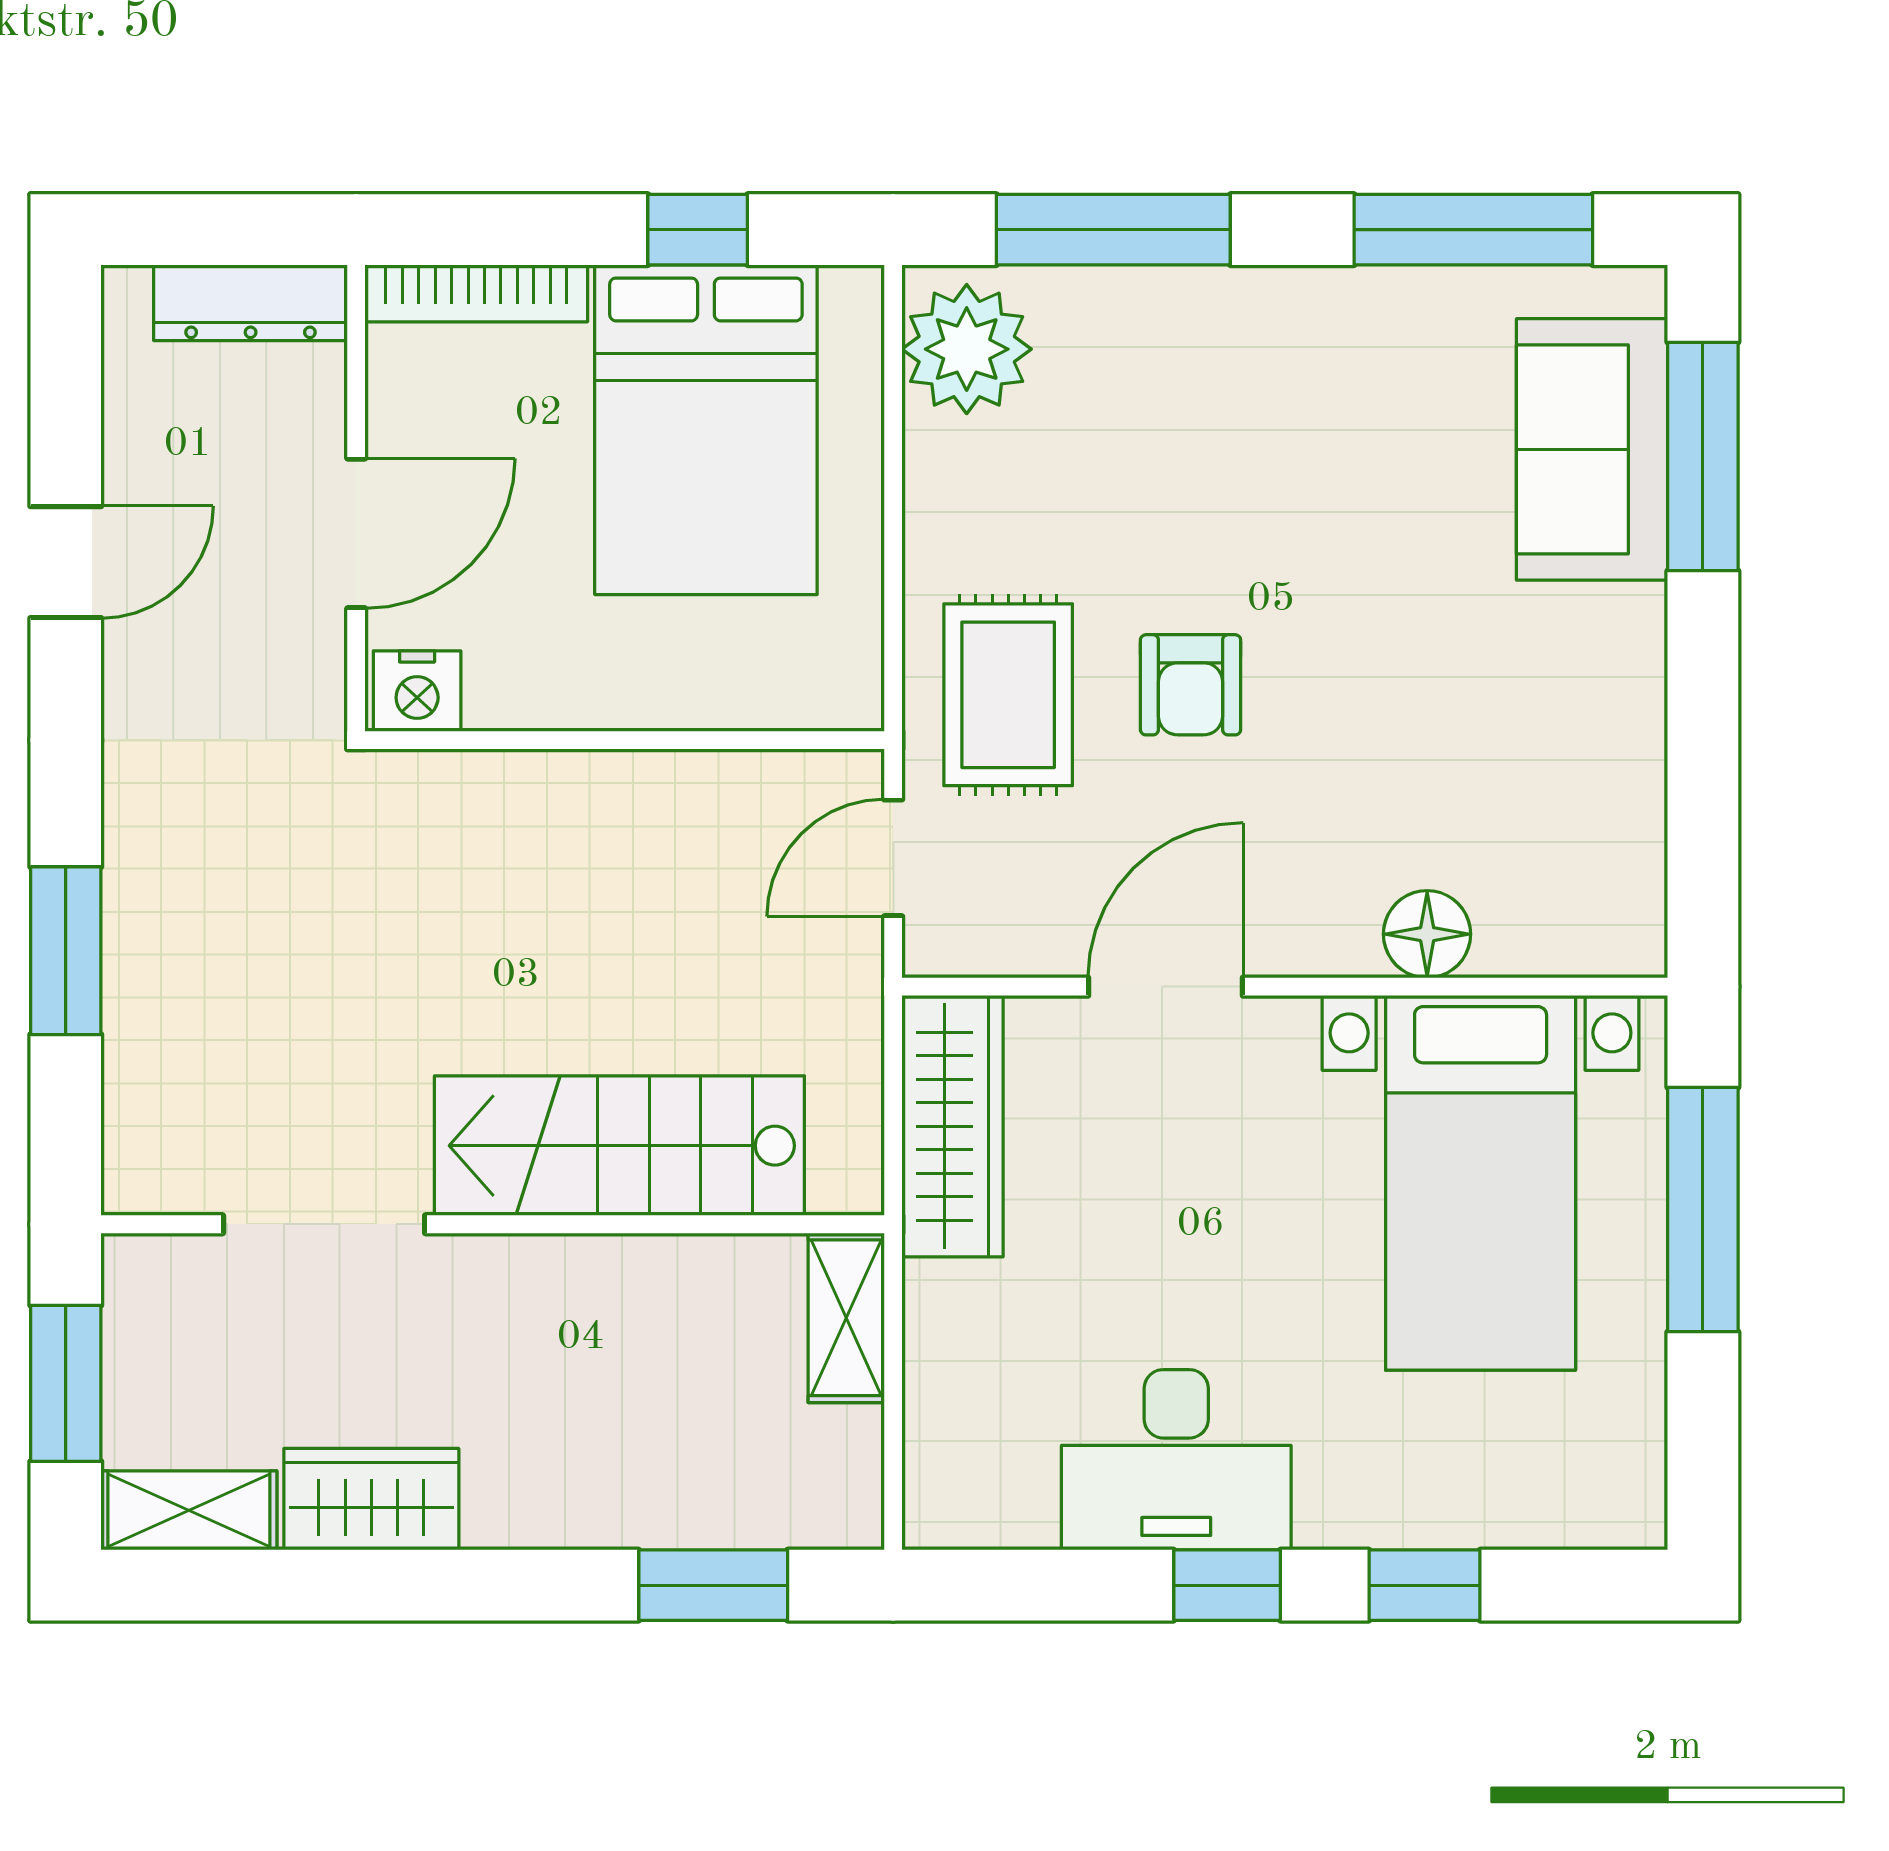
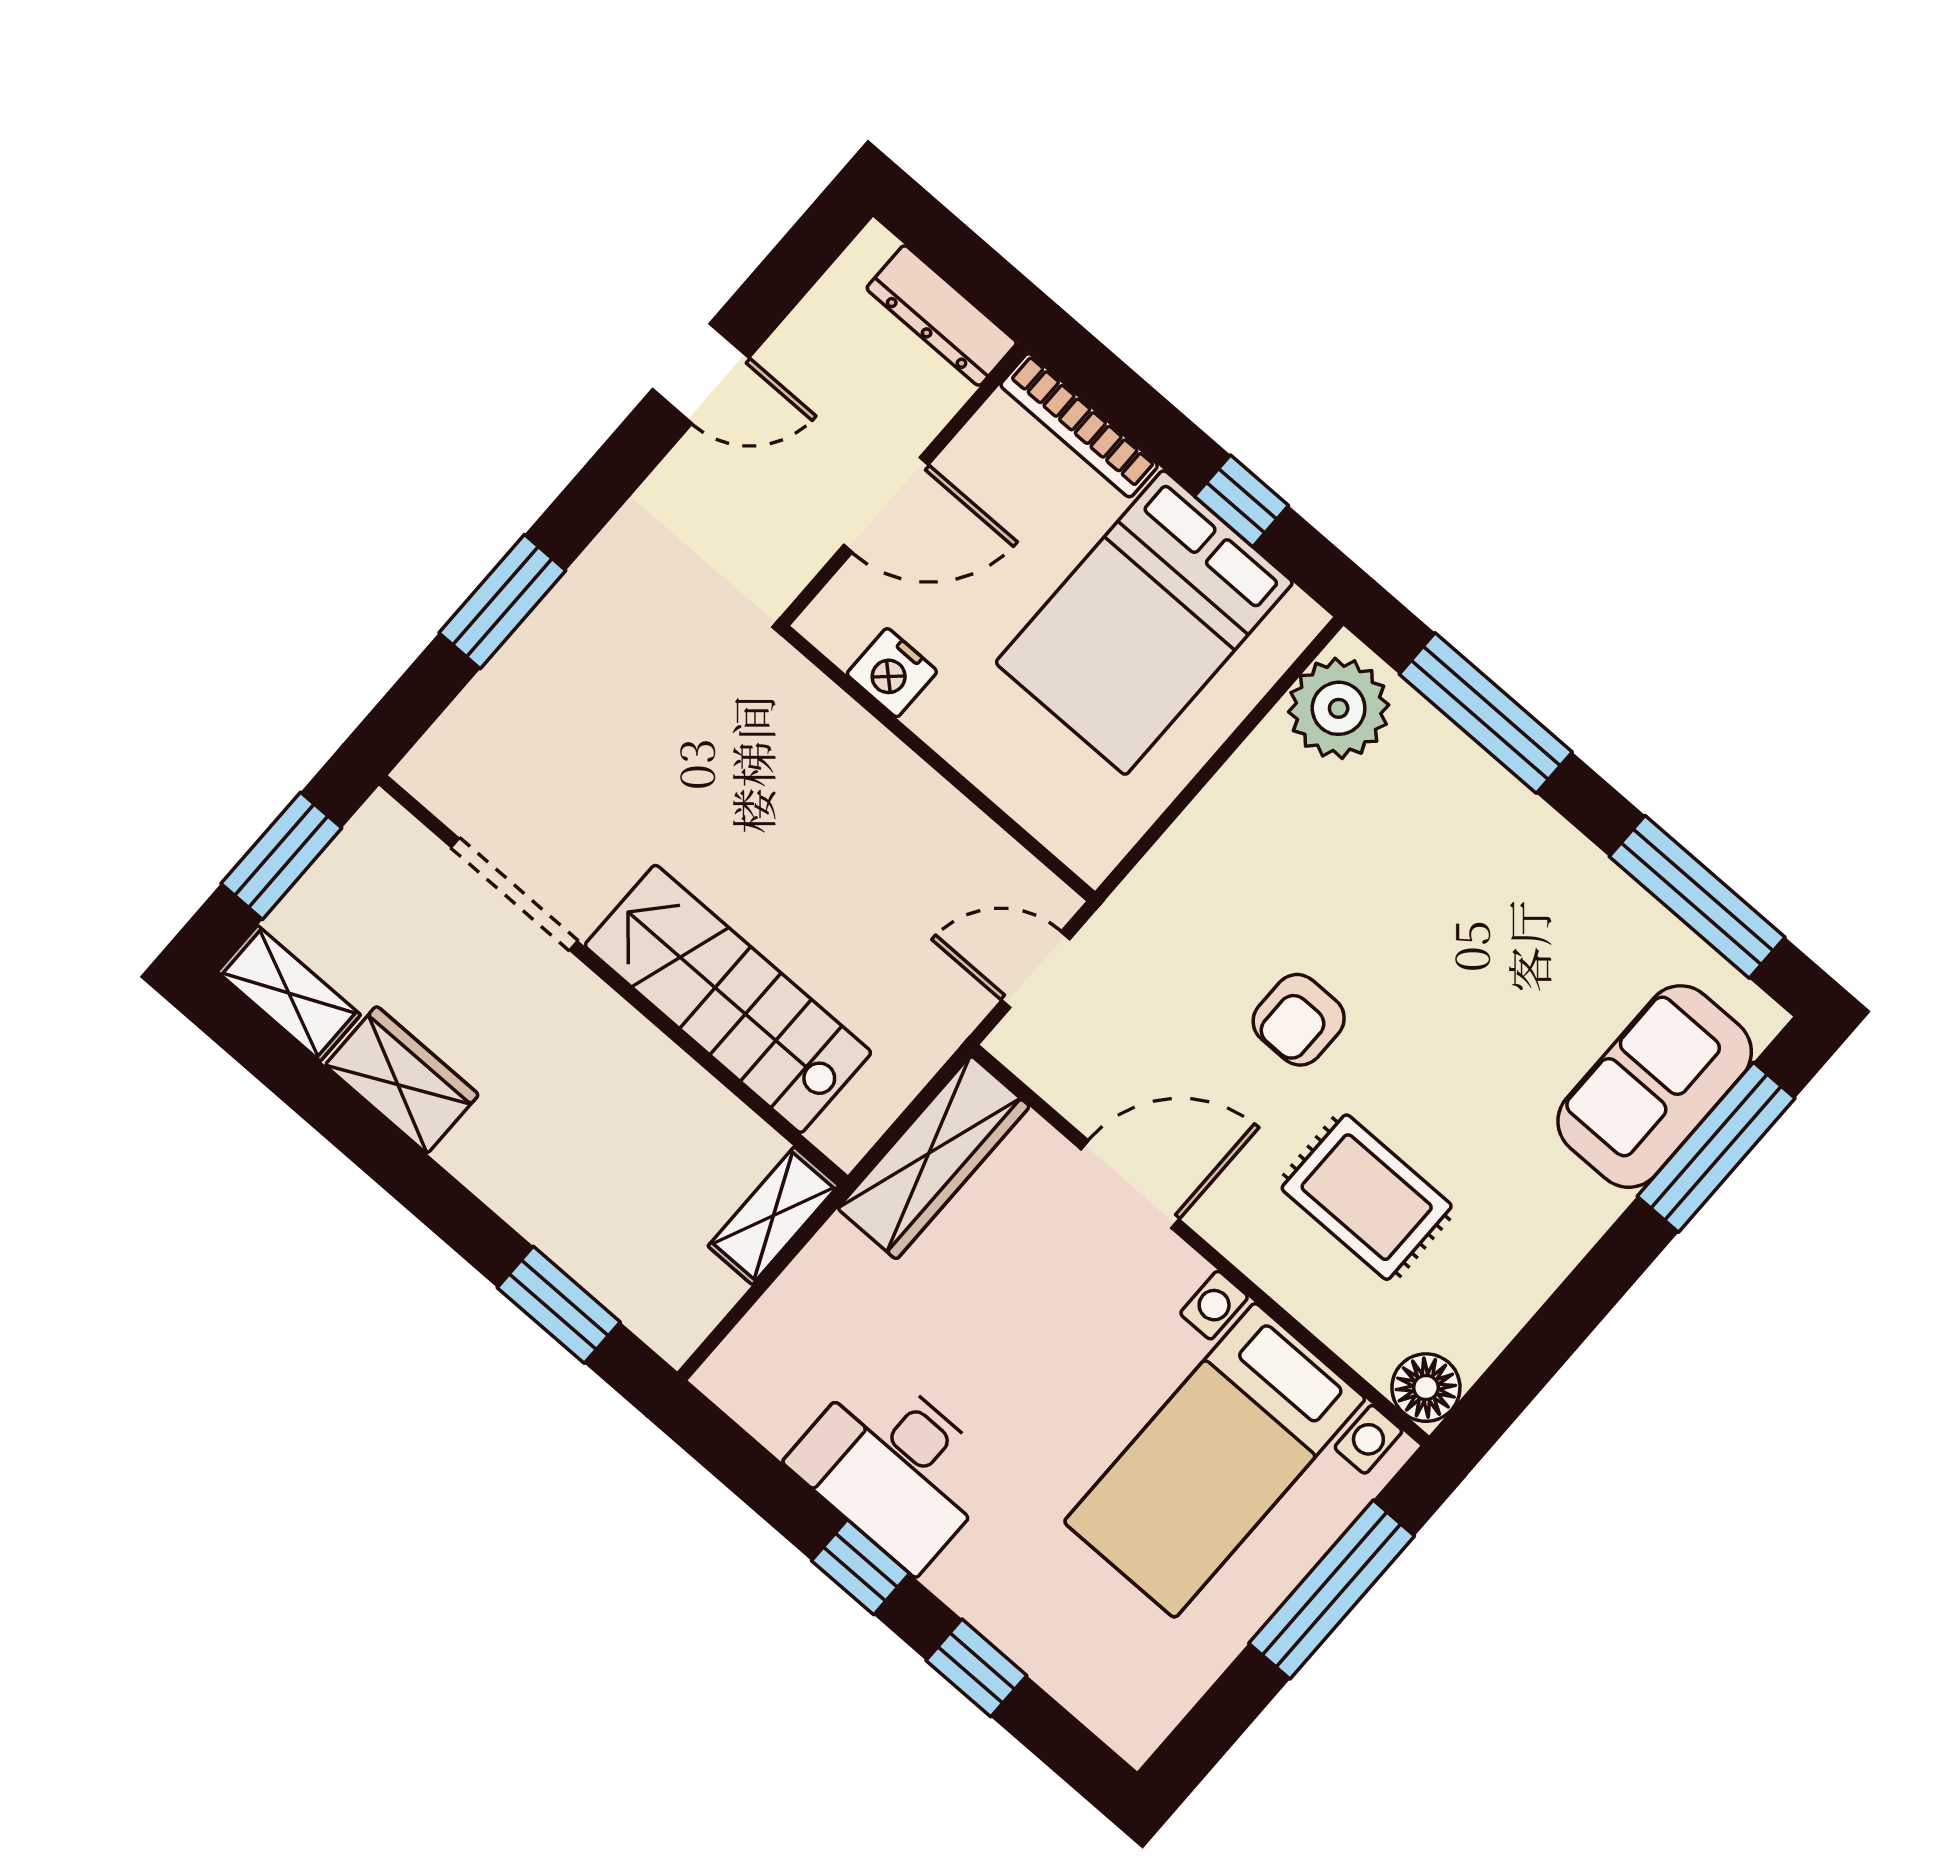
nightstand: (417, 691) -> (892, 673), moved
rug: (1008, 695) -> (1367, 1197), moved, turned 90
floor lamp: (1427, 934) -> (1426, 1388), moved

